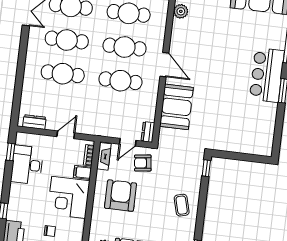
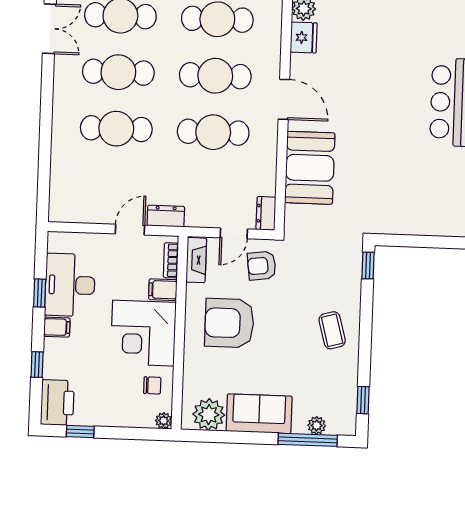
fridge: (179, 29) -> (304, 37), added
dresser: (34, 122) -> (166, 216), moved
window: (11, 152) -> (40, 293), moved
filing cabinet: (17, 189) -> (57, 327), added
armchair: (120, 196) -> (229, 323), turned -90
chair: (50, 231) -> (152, 385), moved

